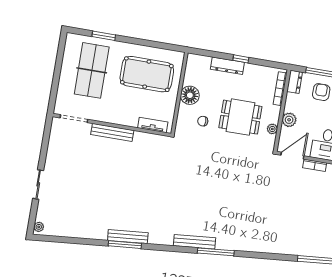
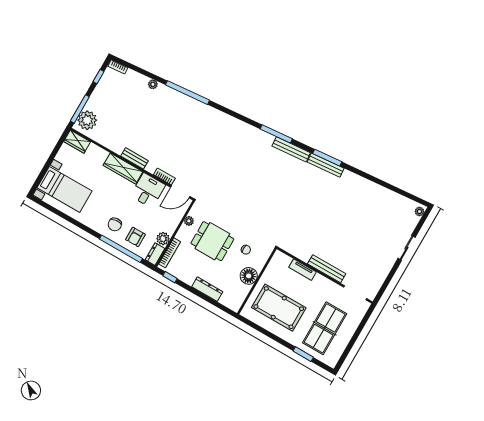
window: (241, 59) -> (170, 277), moved
plant: (289, 120) -> (163, 239), moved
tv unit: (153, 125) -> (303, 270), moved
bench: (128, 237) -> (326, 165), moved
window: (125, 245) -> (327, 158), moved

